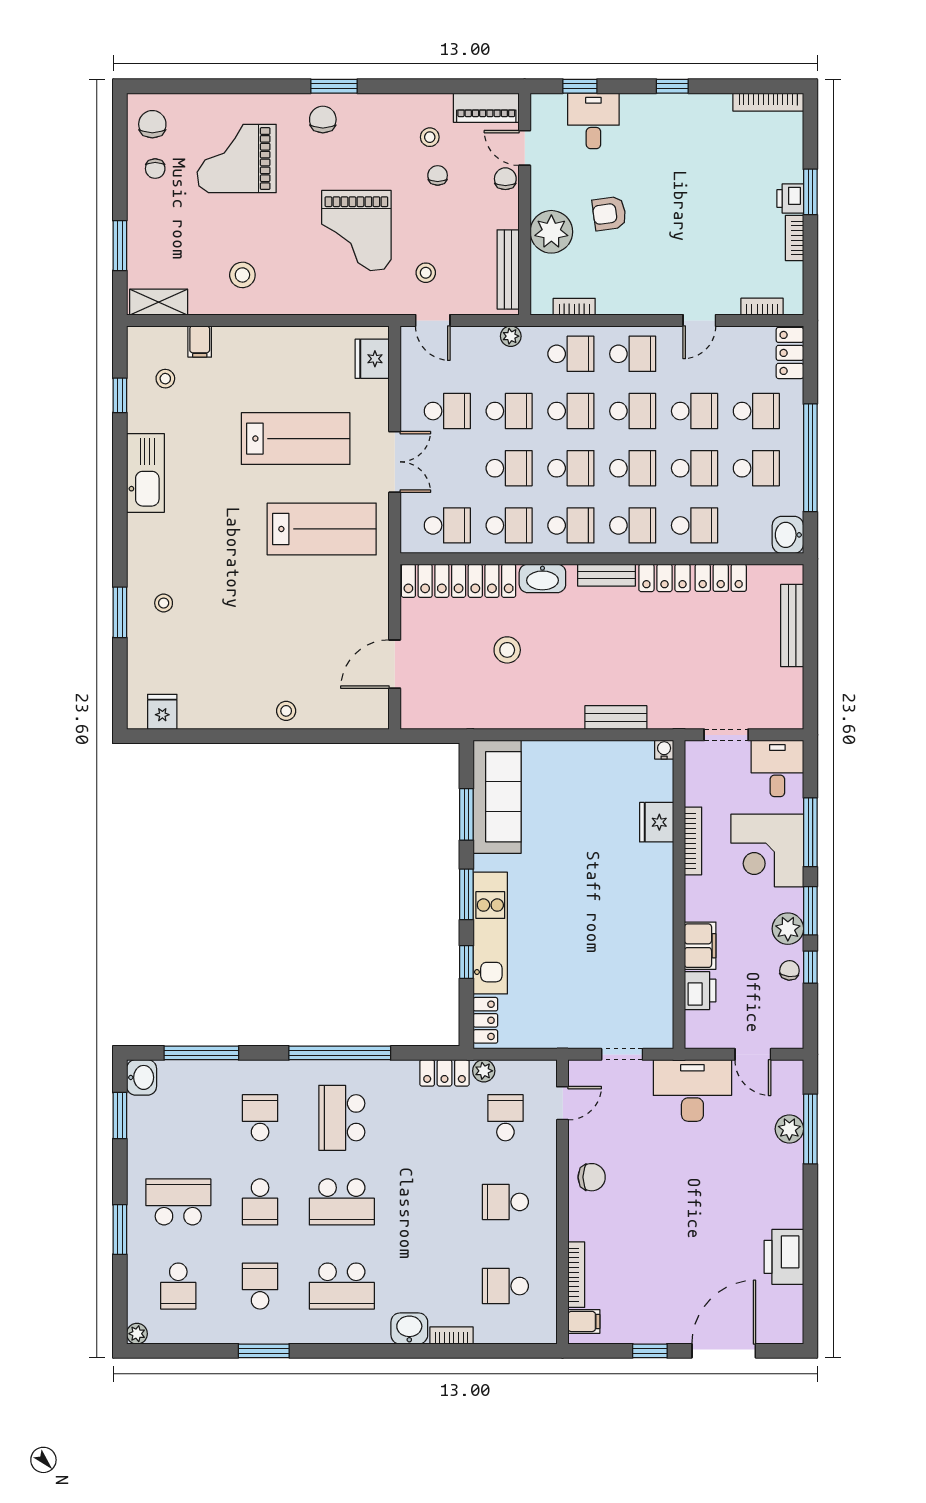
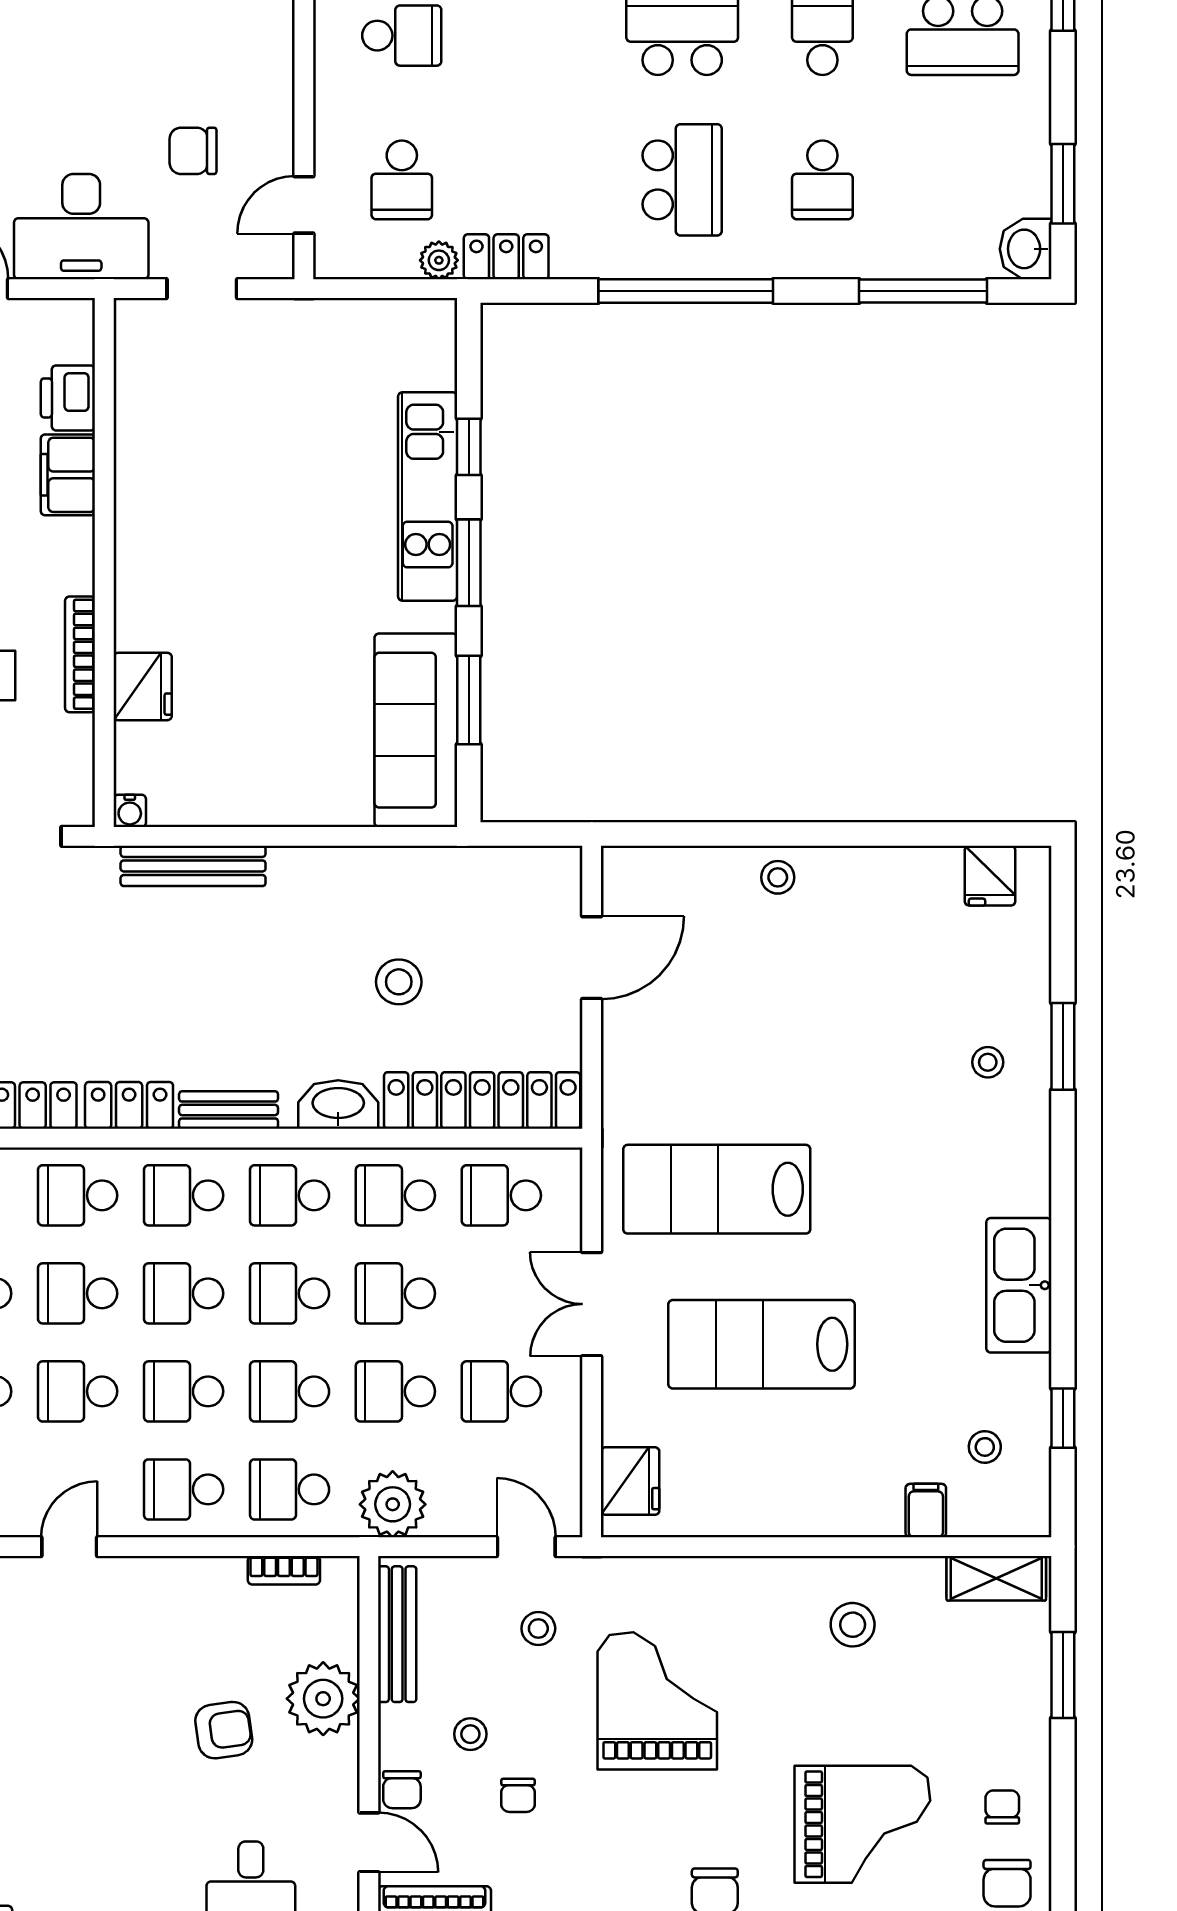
stool: (430, 137) -> (470, 1734), moved
plant: (511, 336) -> (393, 1504), width x1.88, depth x1.88
bench: (616, 718) -> (193, 866), width x1.36
locker: (485, 1020) -> (436, 347), removed
chair: (592, 1177) -> (193, 151), moved

